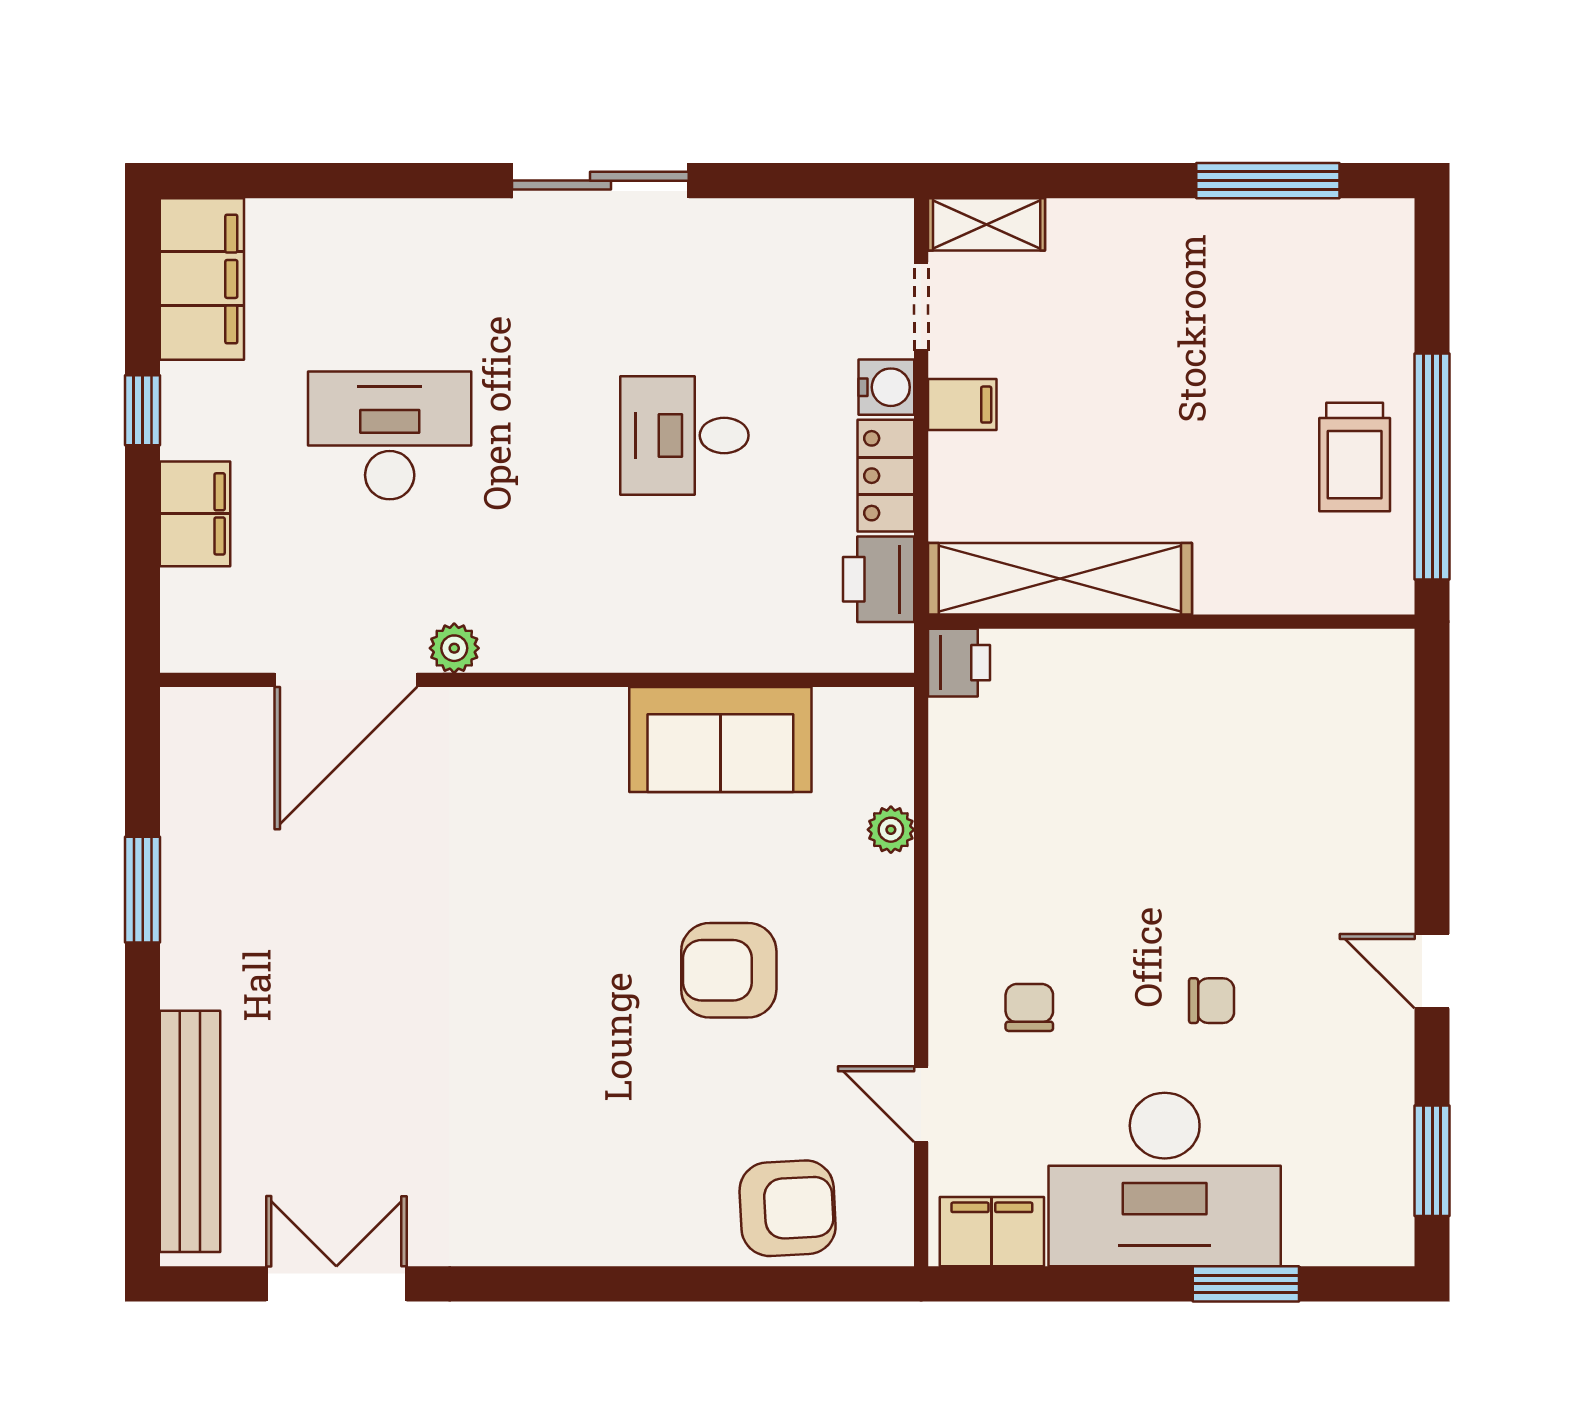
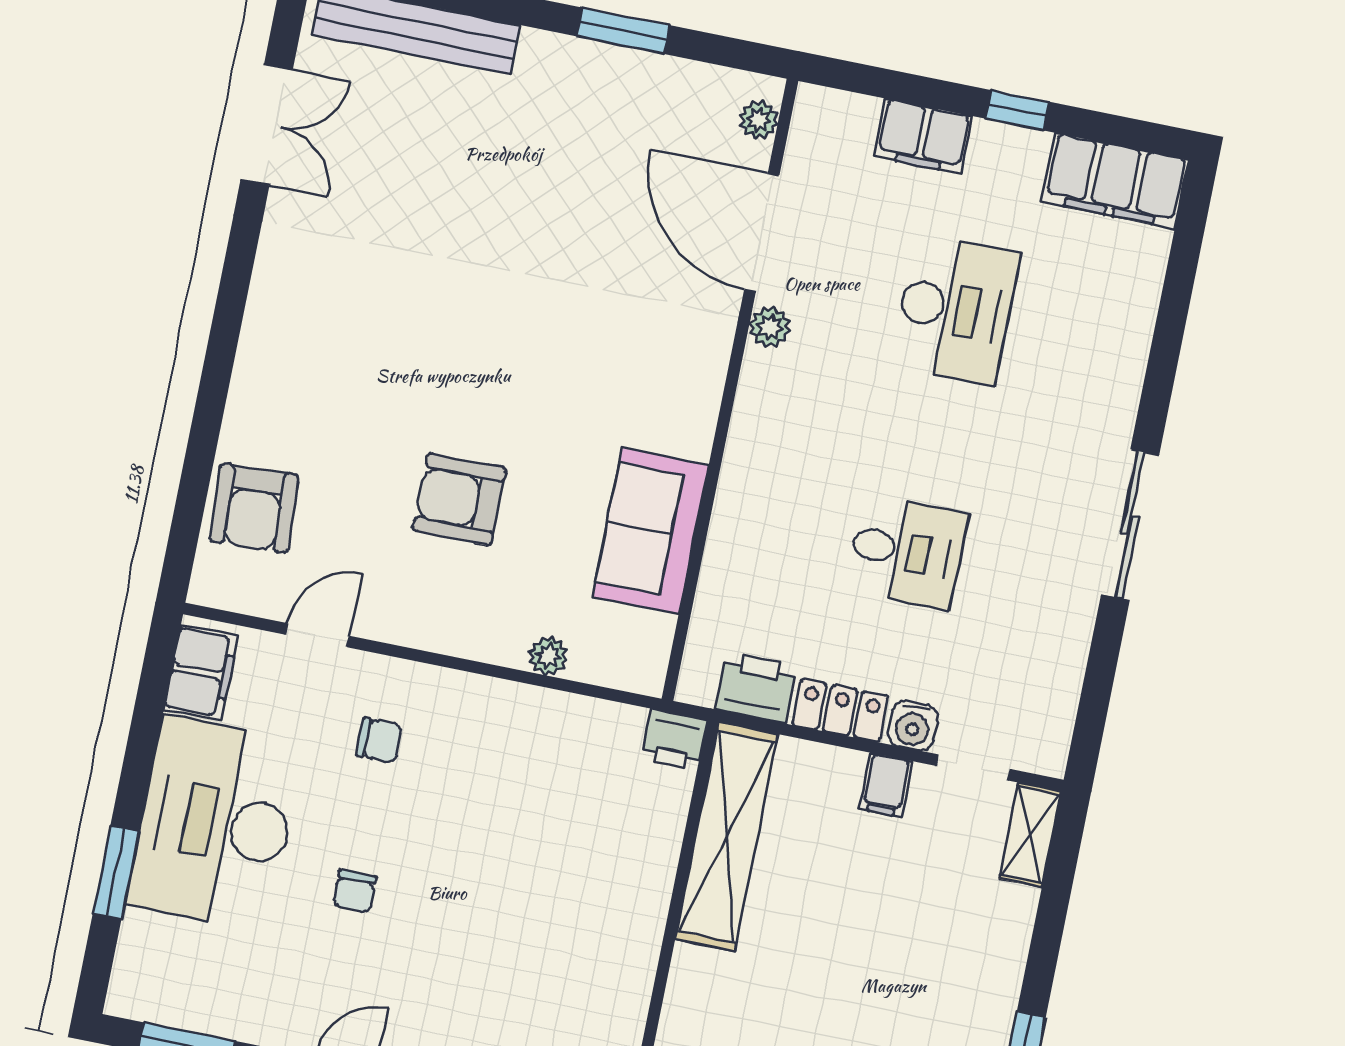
desk: (684, 435) -> (907, 552), turned 90
plant: (215, 710) -> (759, 120), added
armchair: (729, 970) -> (460, 499), turned -90

